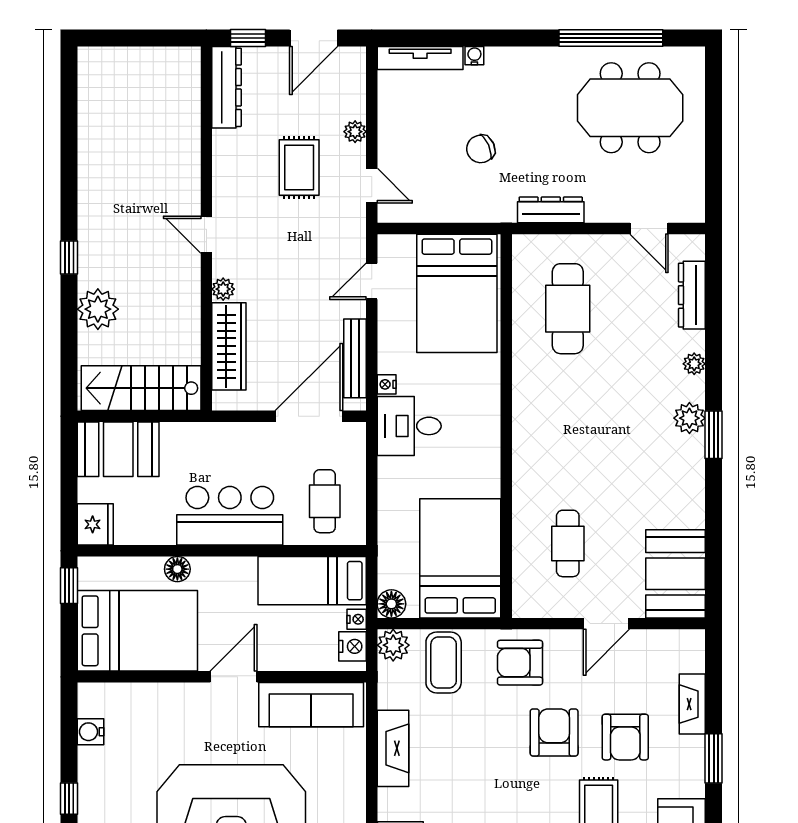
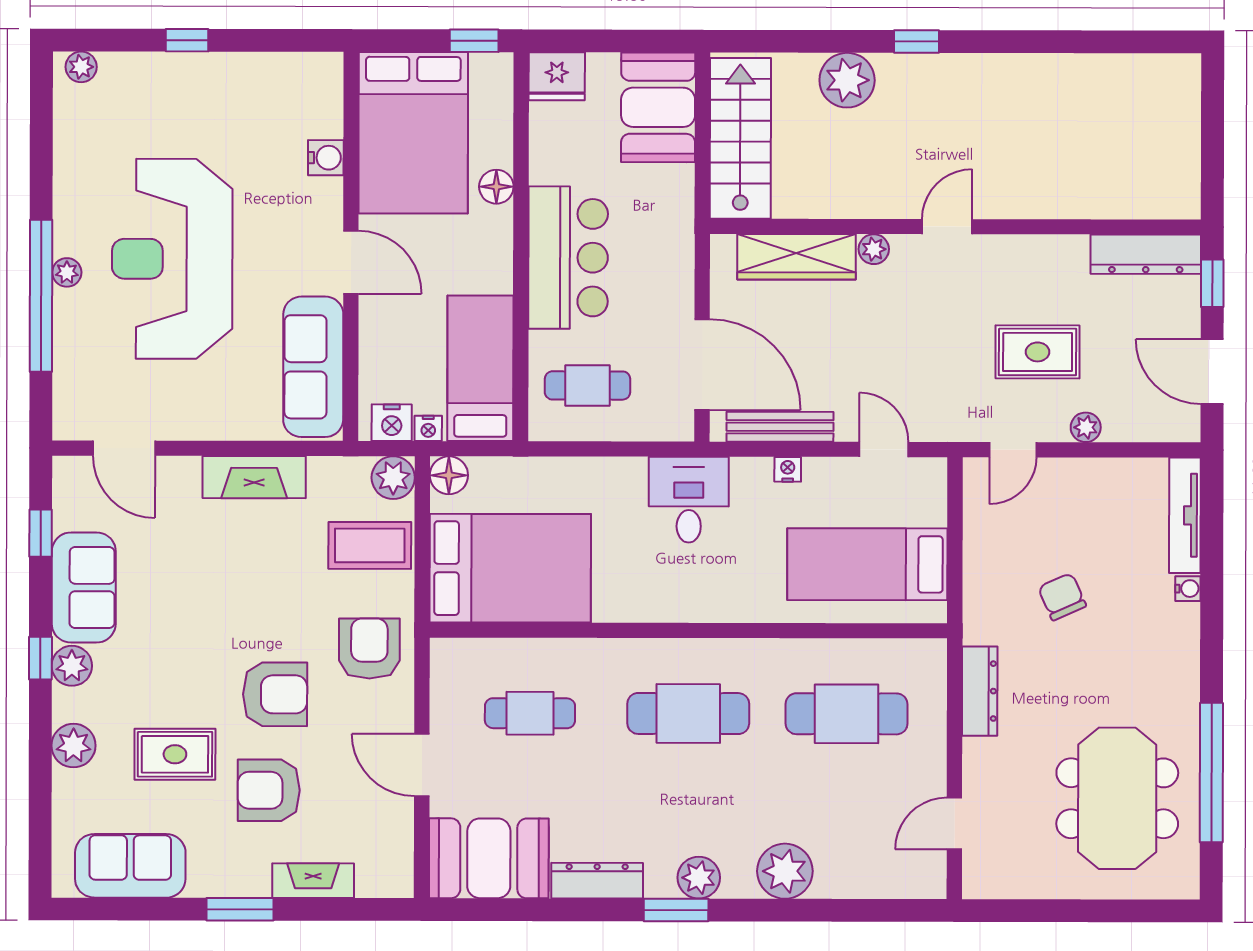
bed: (457, 293) -> (867, 564), width x0.67
dresser: (692, 295) -> (597, 881), moved
plant: (694, 364) -> (785, 871), width x1.88, depth x1.88
nightstand: (387, 384) -> (788, 469), moved
cafe table: (568, 426) -> (688, 714), added
water cooler: (91, 732) -> (326, 158), moved, turned 90

